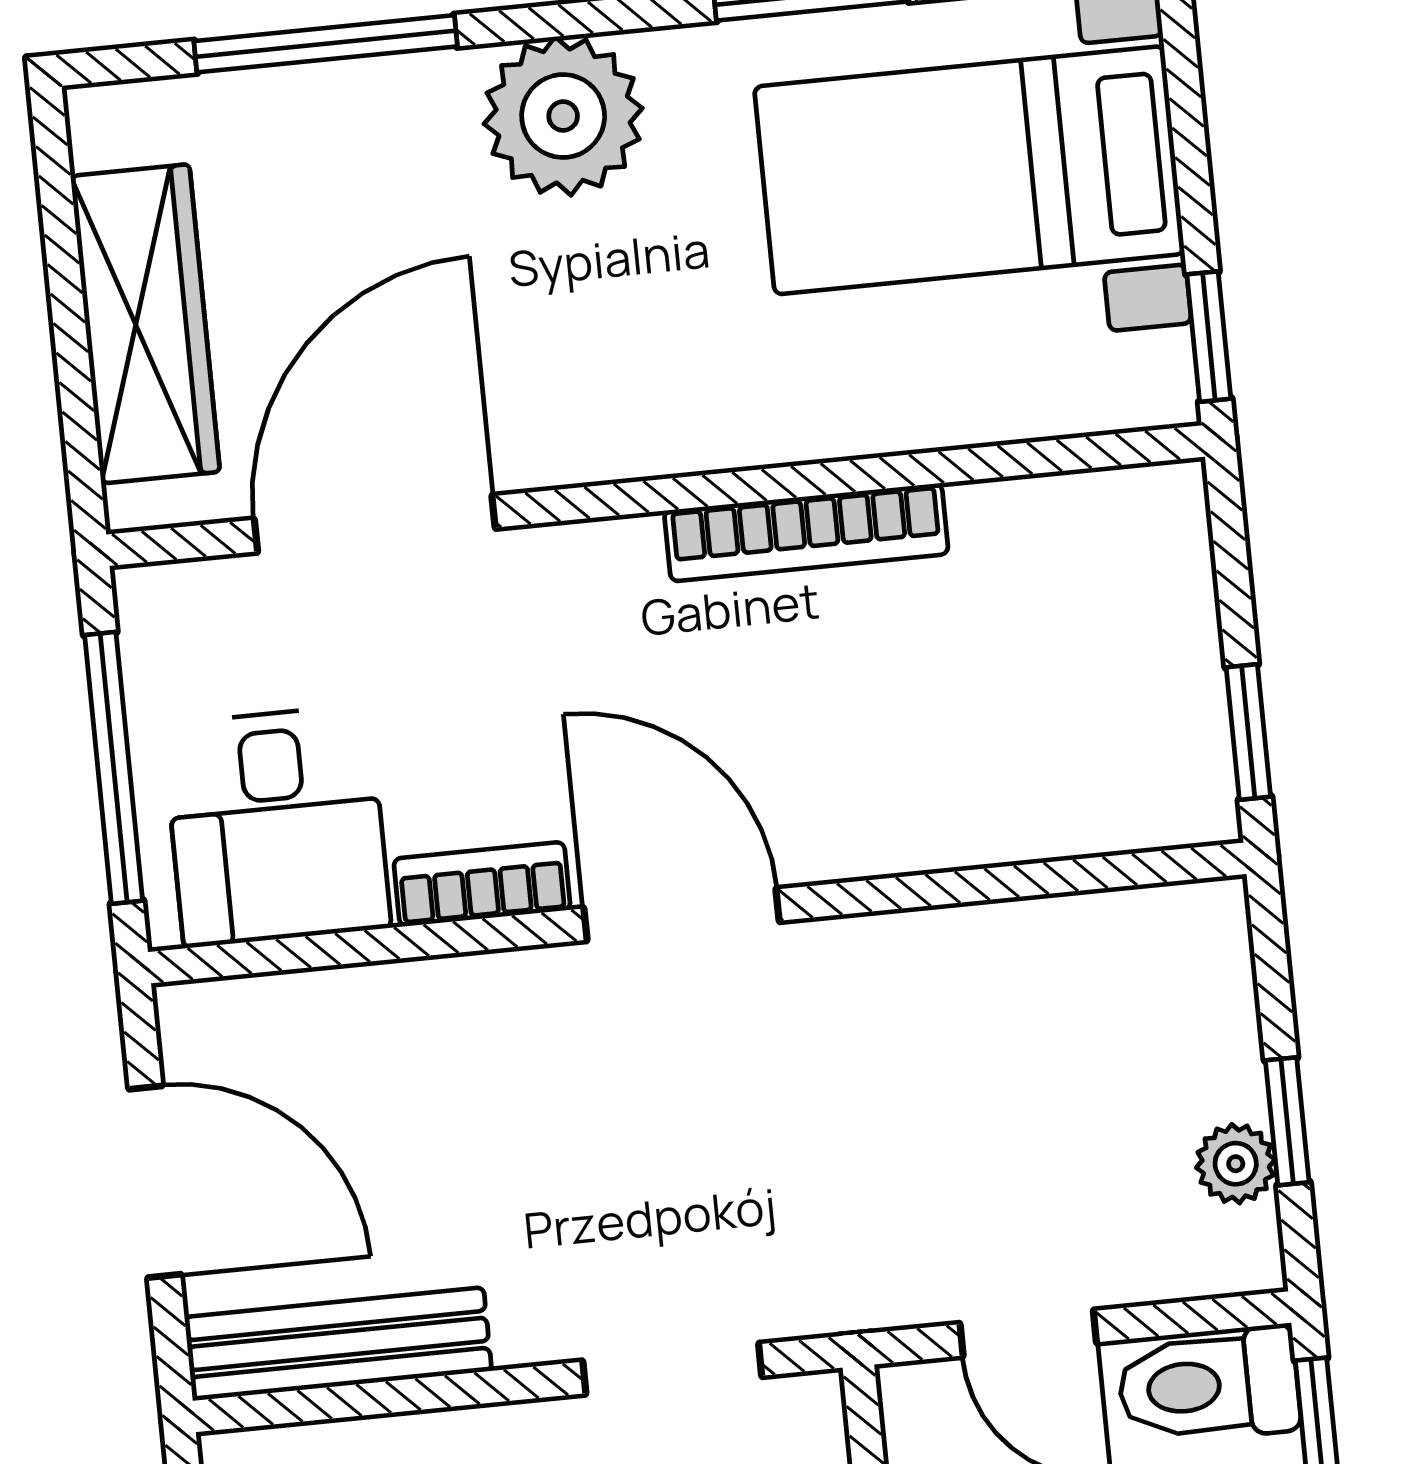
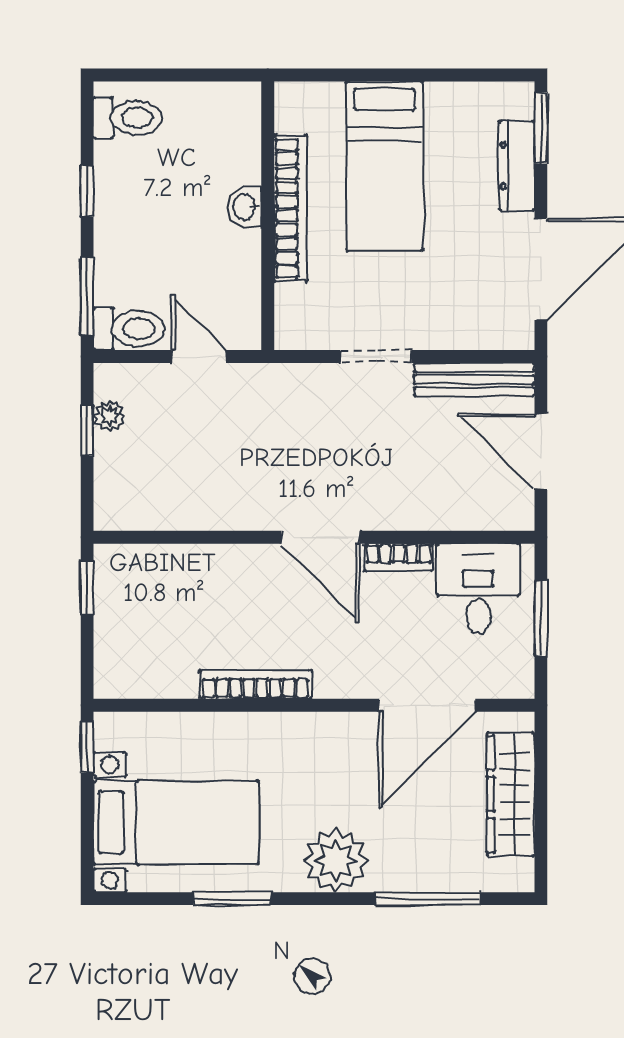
window: (114, 768) -> (541, 618), width x0.69
doorway: (672, 1369) -> (376, 357), moved

